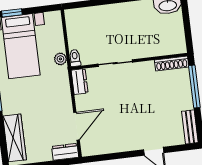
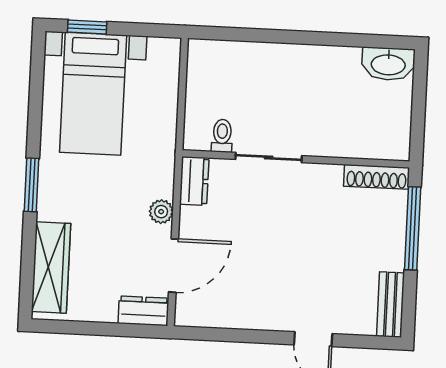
toilet: (75, 58) -> (222, 136), moved
plant: (60, 59) -> (161, 212), moved

